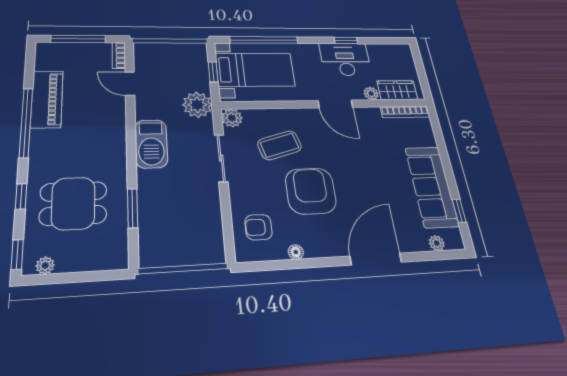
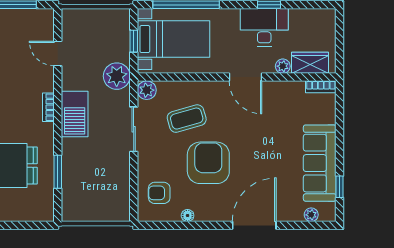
bookcase: (119, 55) -> (48, 107), moved
bookcase: (405, 112) -> (321, 87), width x0.64

